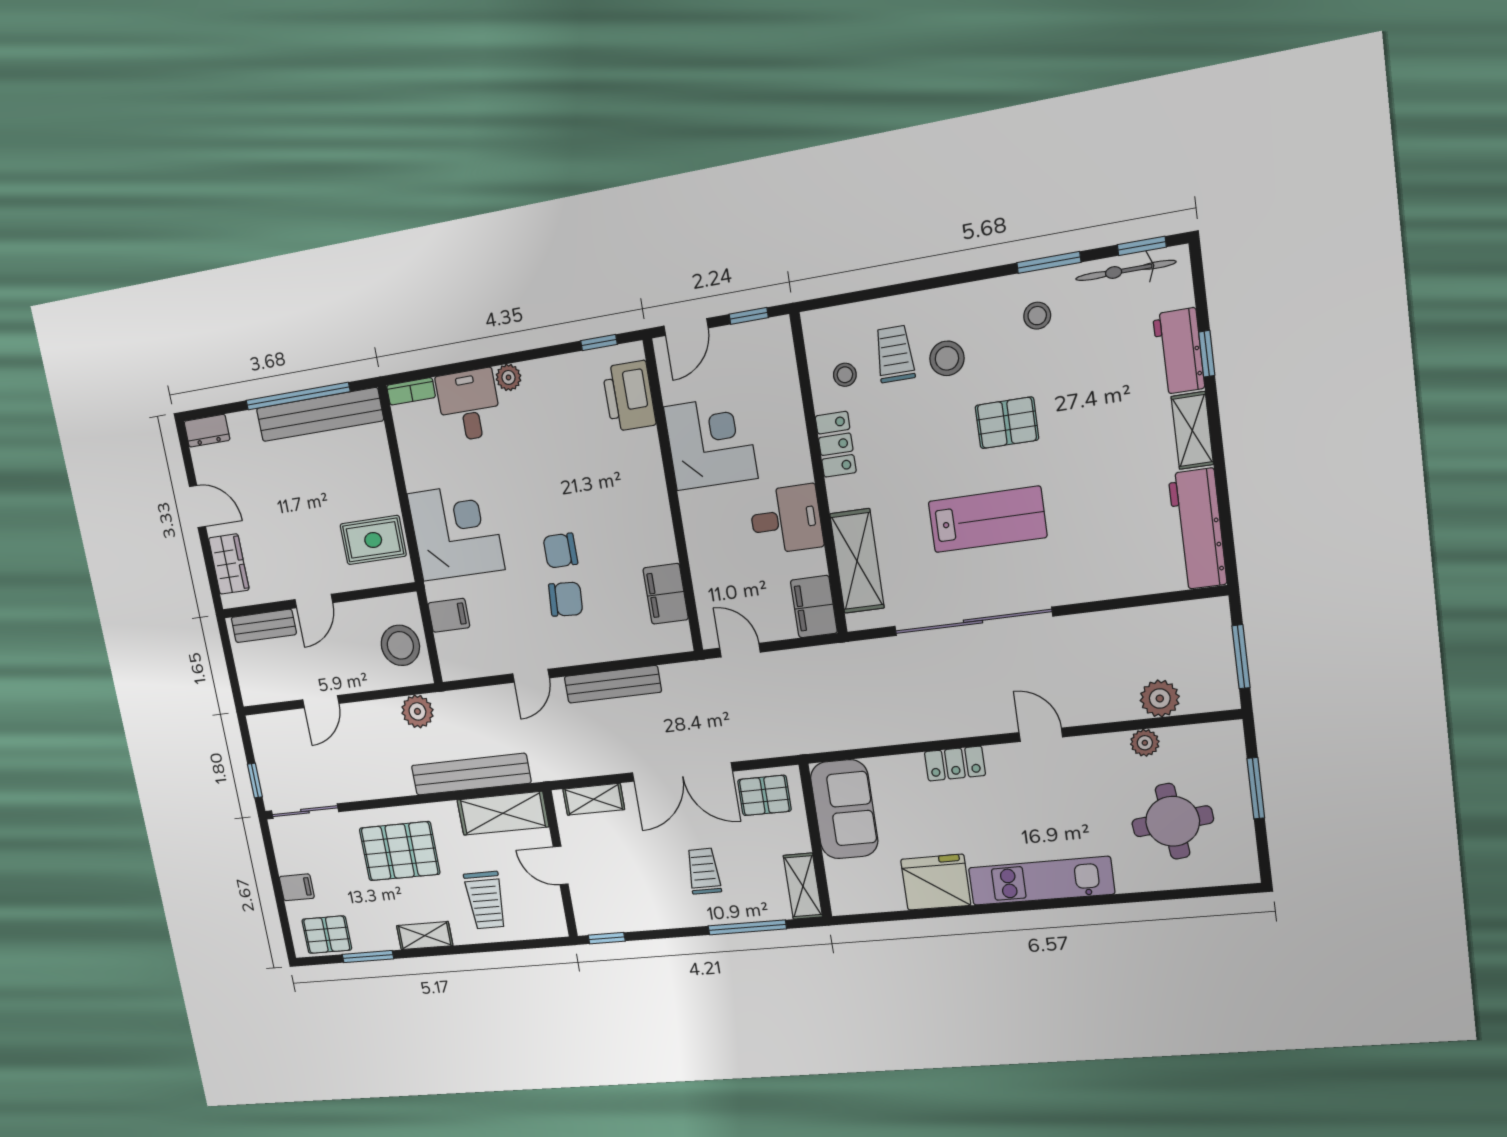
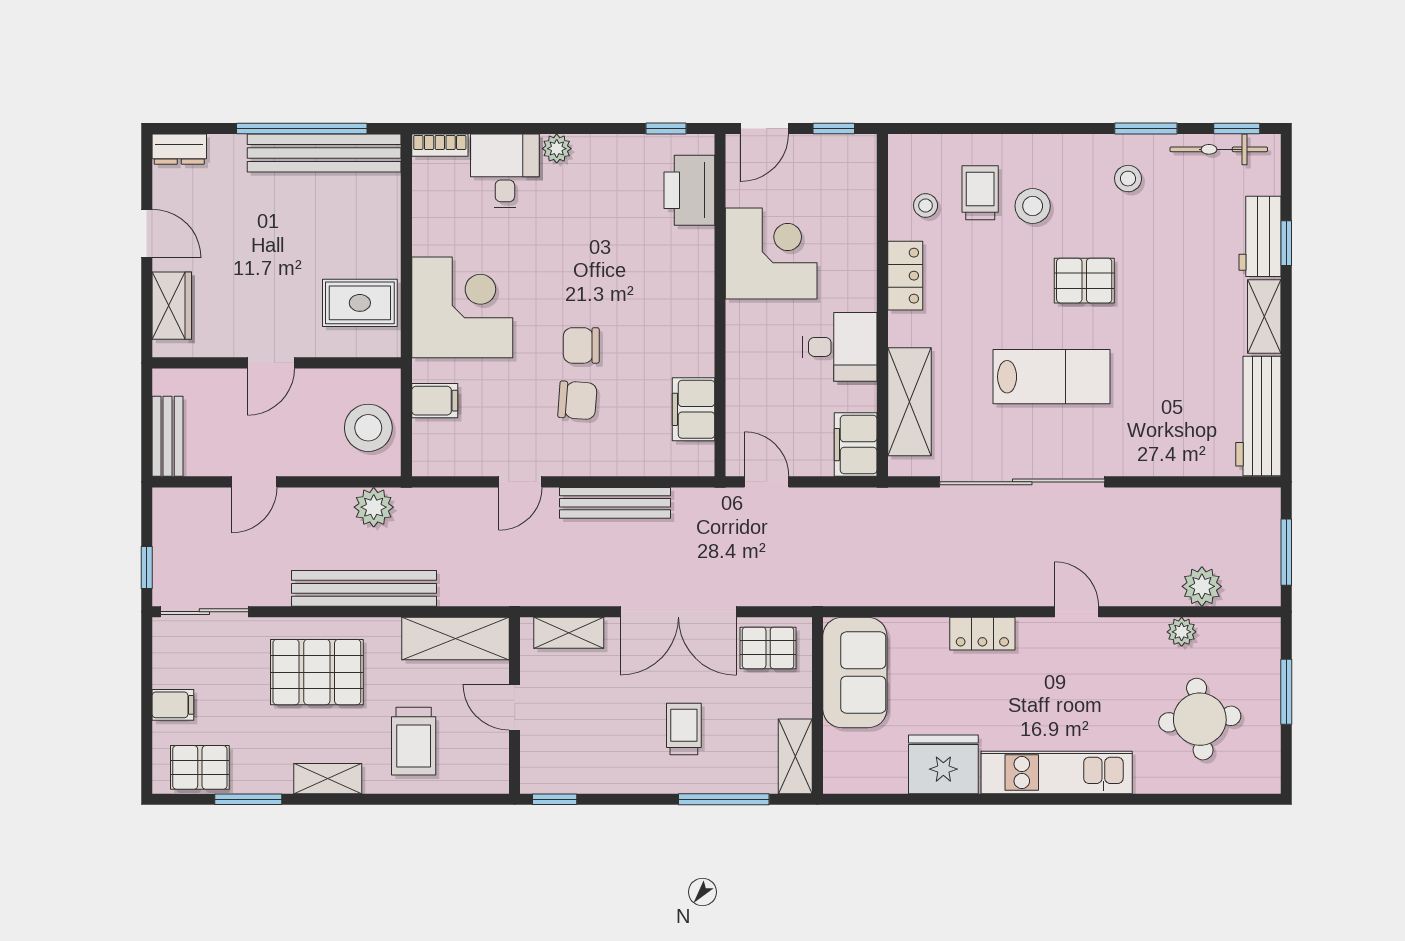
bench: (264, 626) -> (168, 436), moved, turned 90
bench: (471, 774) -> (364, 588), moved

